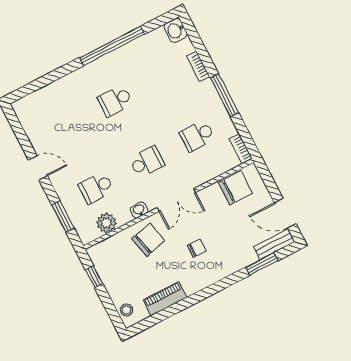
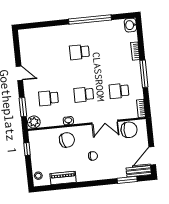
school desk: (147, 162) -> (84, 95), turned 180
double door: (176, 200) -> (105, 122), moved
door: (285, 213) -> (152, 156), hinge flipped
plant: (106, 223) -> (34, 122), moved

